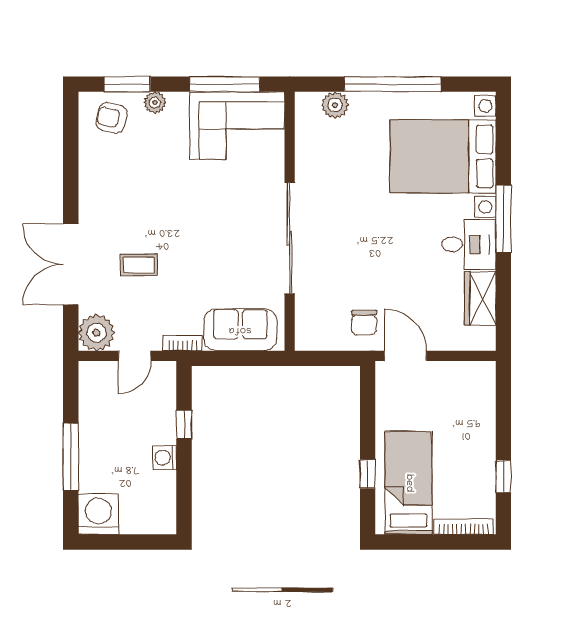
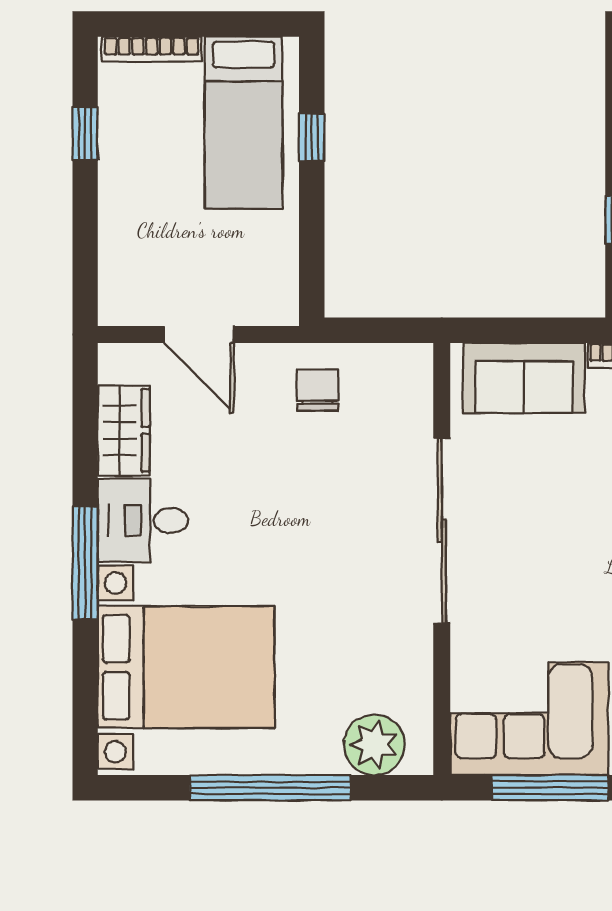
plant: (335, 105) -> (374, 745), width x1.36, depth x1.36
door: (405, 356) -> (199, 334), moved

